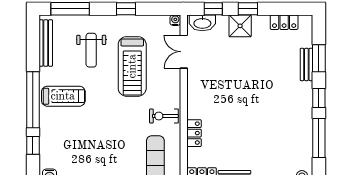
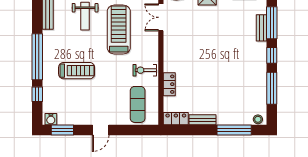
window: (319, 58) -> (272, 23), width x1.44
treadmill: (132, 66) -> (119, 30), turned 180
treadmill: (63, 96) -> (77, 71), moved

